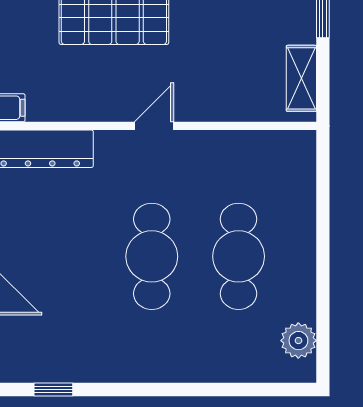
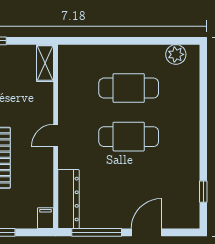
shelving: (301, 78) -> (45, 63), moved, turned 90
door: (154, 126) -> (56, 135), hinge flipped

